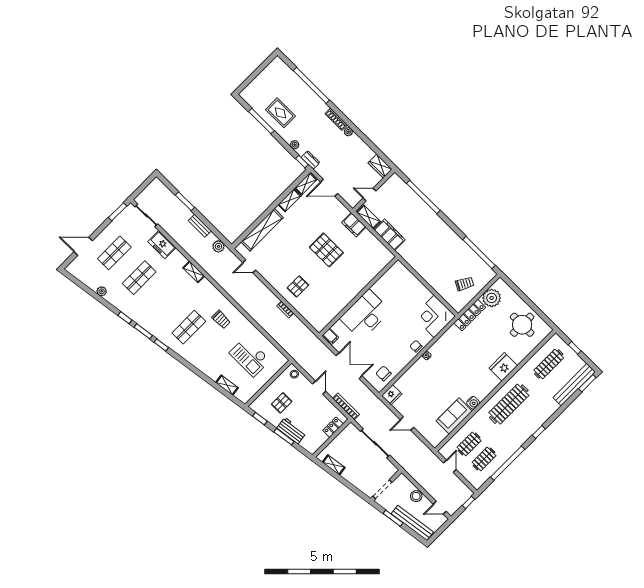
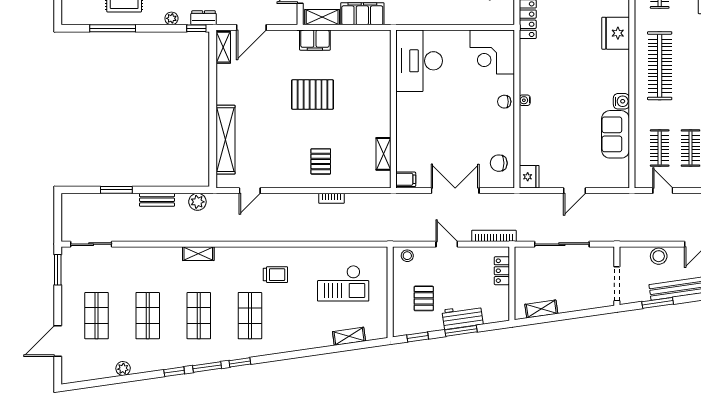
shelving: (290, 200) -> (384, 154), moved
freezer: (162, 245) -> (137, 258), removed
shop shelf: (164, 302) -> (199, 316), added
desk: (365, 315) -> (419, 61), moved

